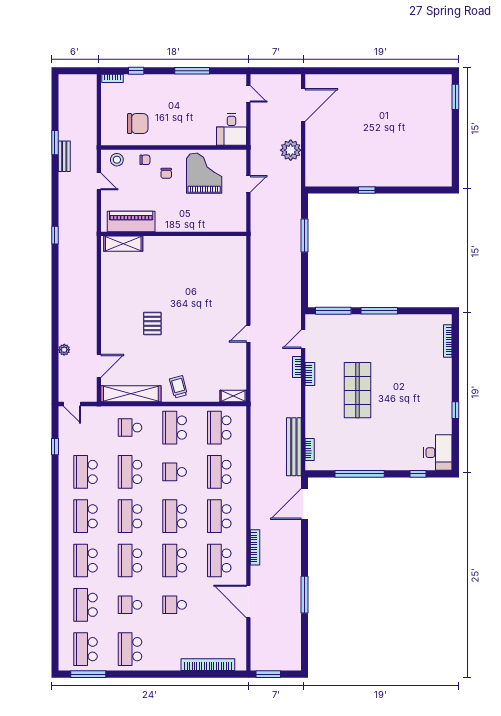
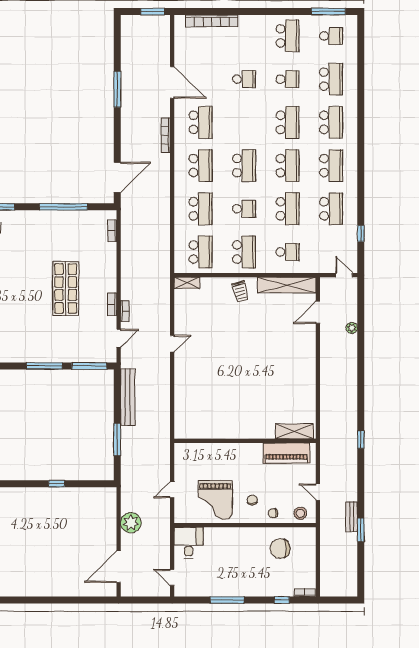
pallet: (152, 324) -> (266, 354), removed
bench: (294, 447) -> (128, 397), moved
school desk: (175, 561) -> (244, 122), removed
school desk: (85, 649) -> (331, 36), width x0.54

